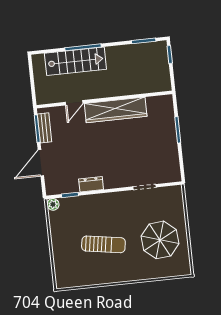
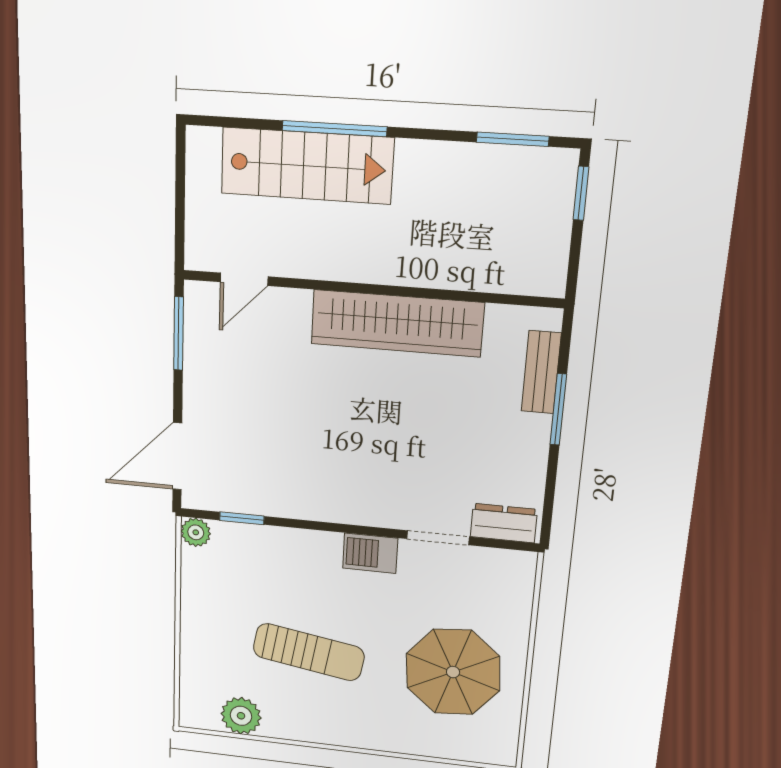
door: (74, 103) -> (244, 279), moved
bench: (44, 128) -> (541, 372), moved
door: (41, 163) -> (177, 456), moved
dresser: (91, 184) -> (504, 523), moved
barbecue: (120, 198) -> (370, 553), added
plant: (81, 278) -> (241, 716), added

